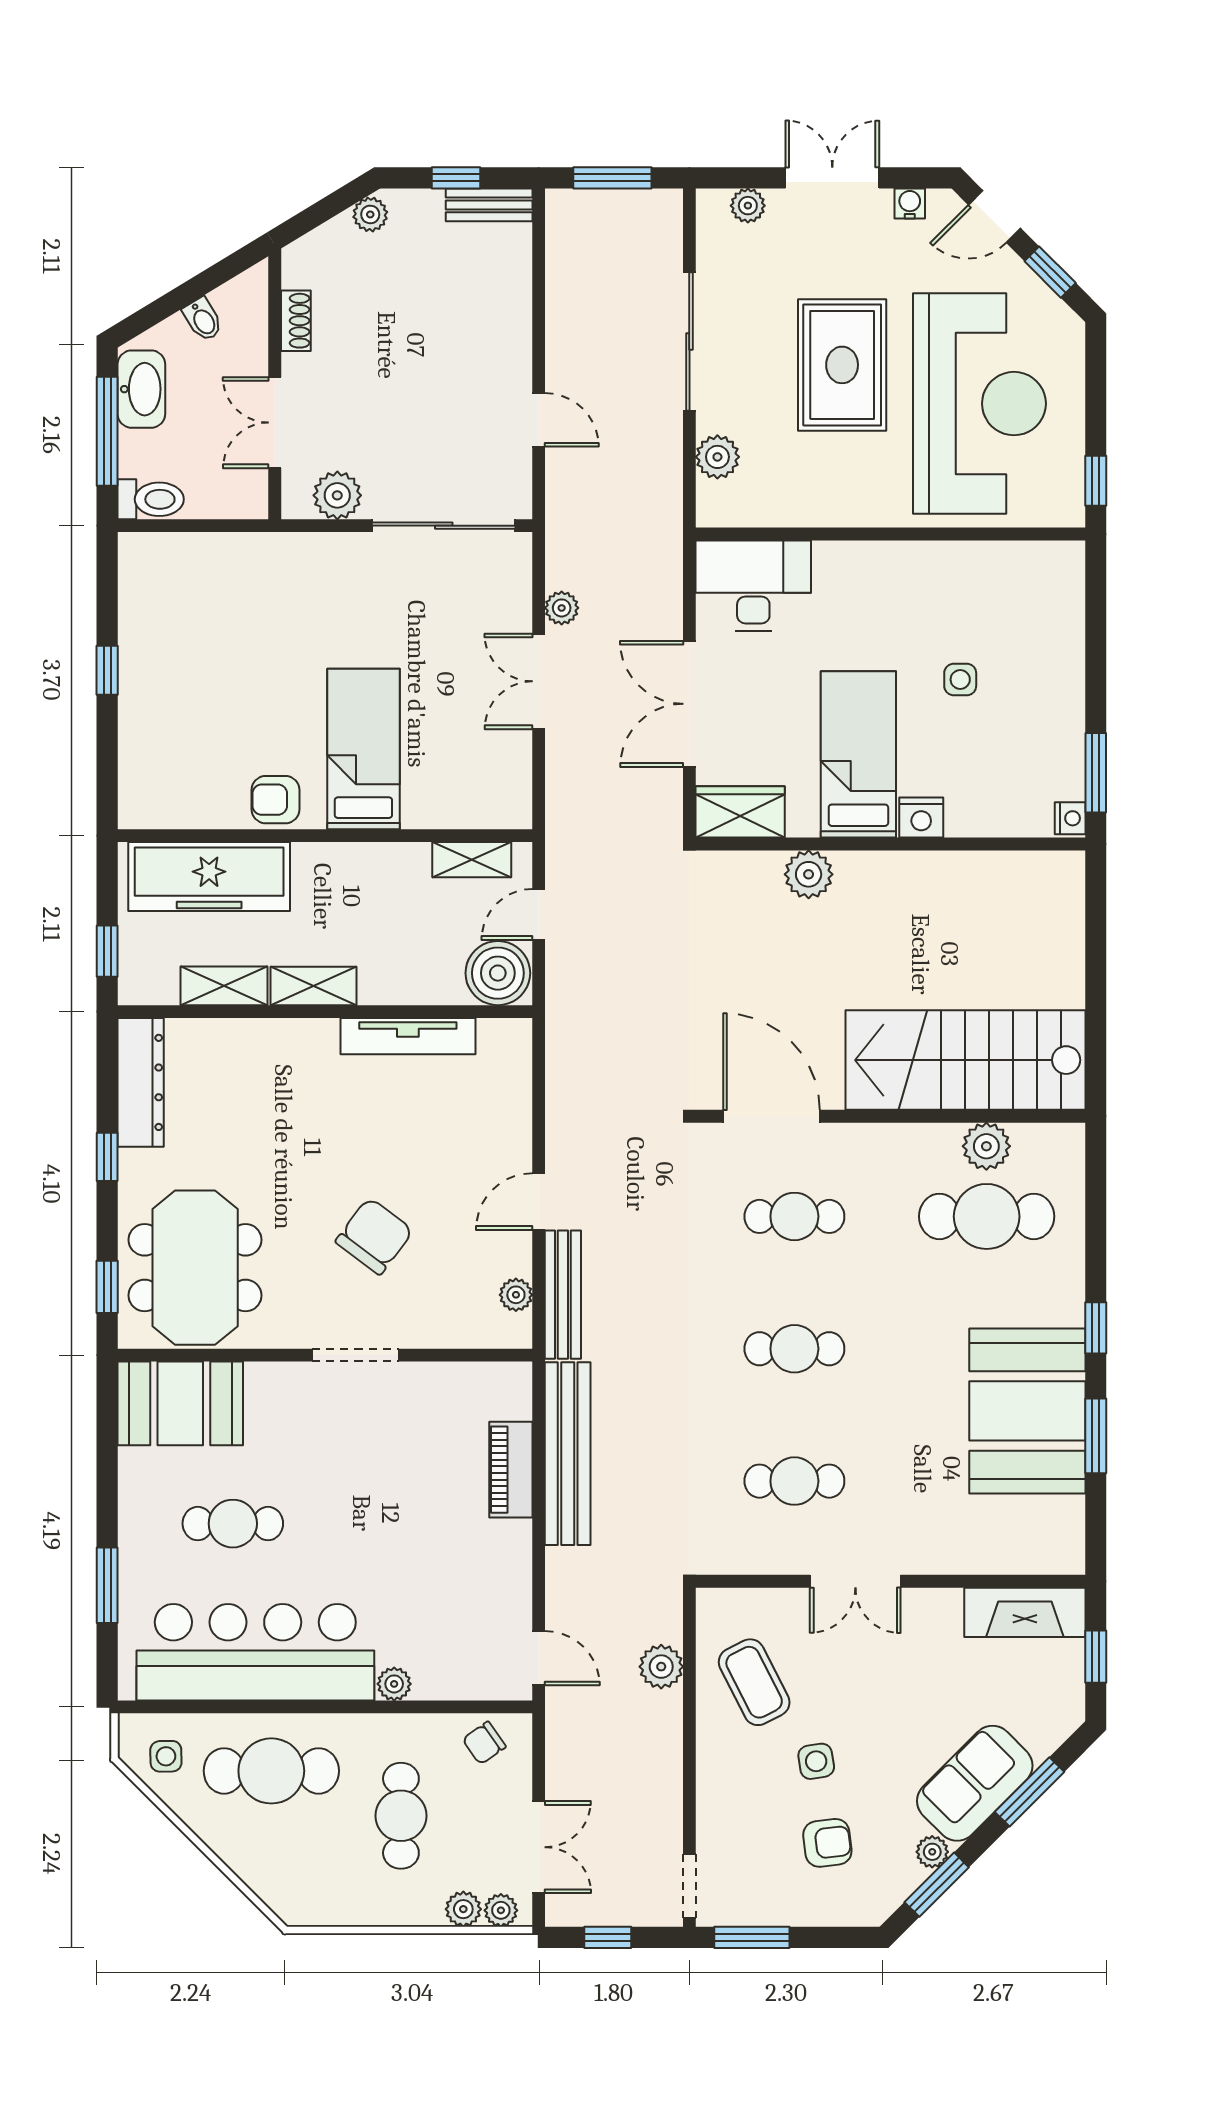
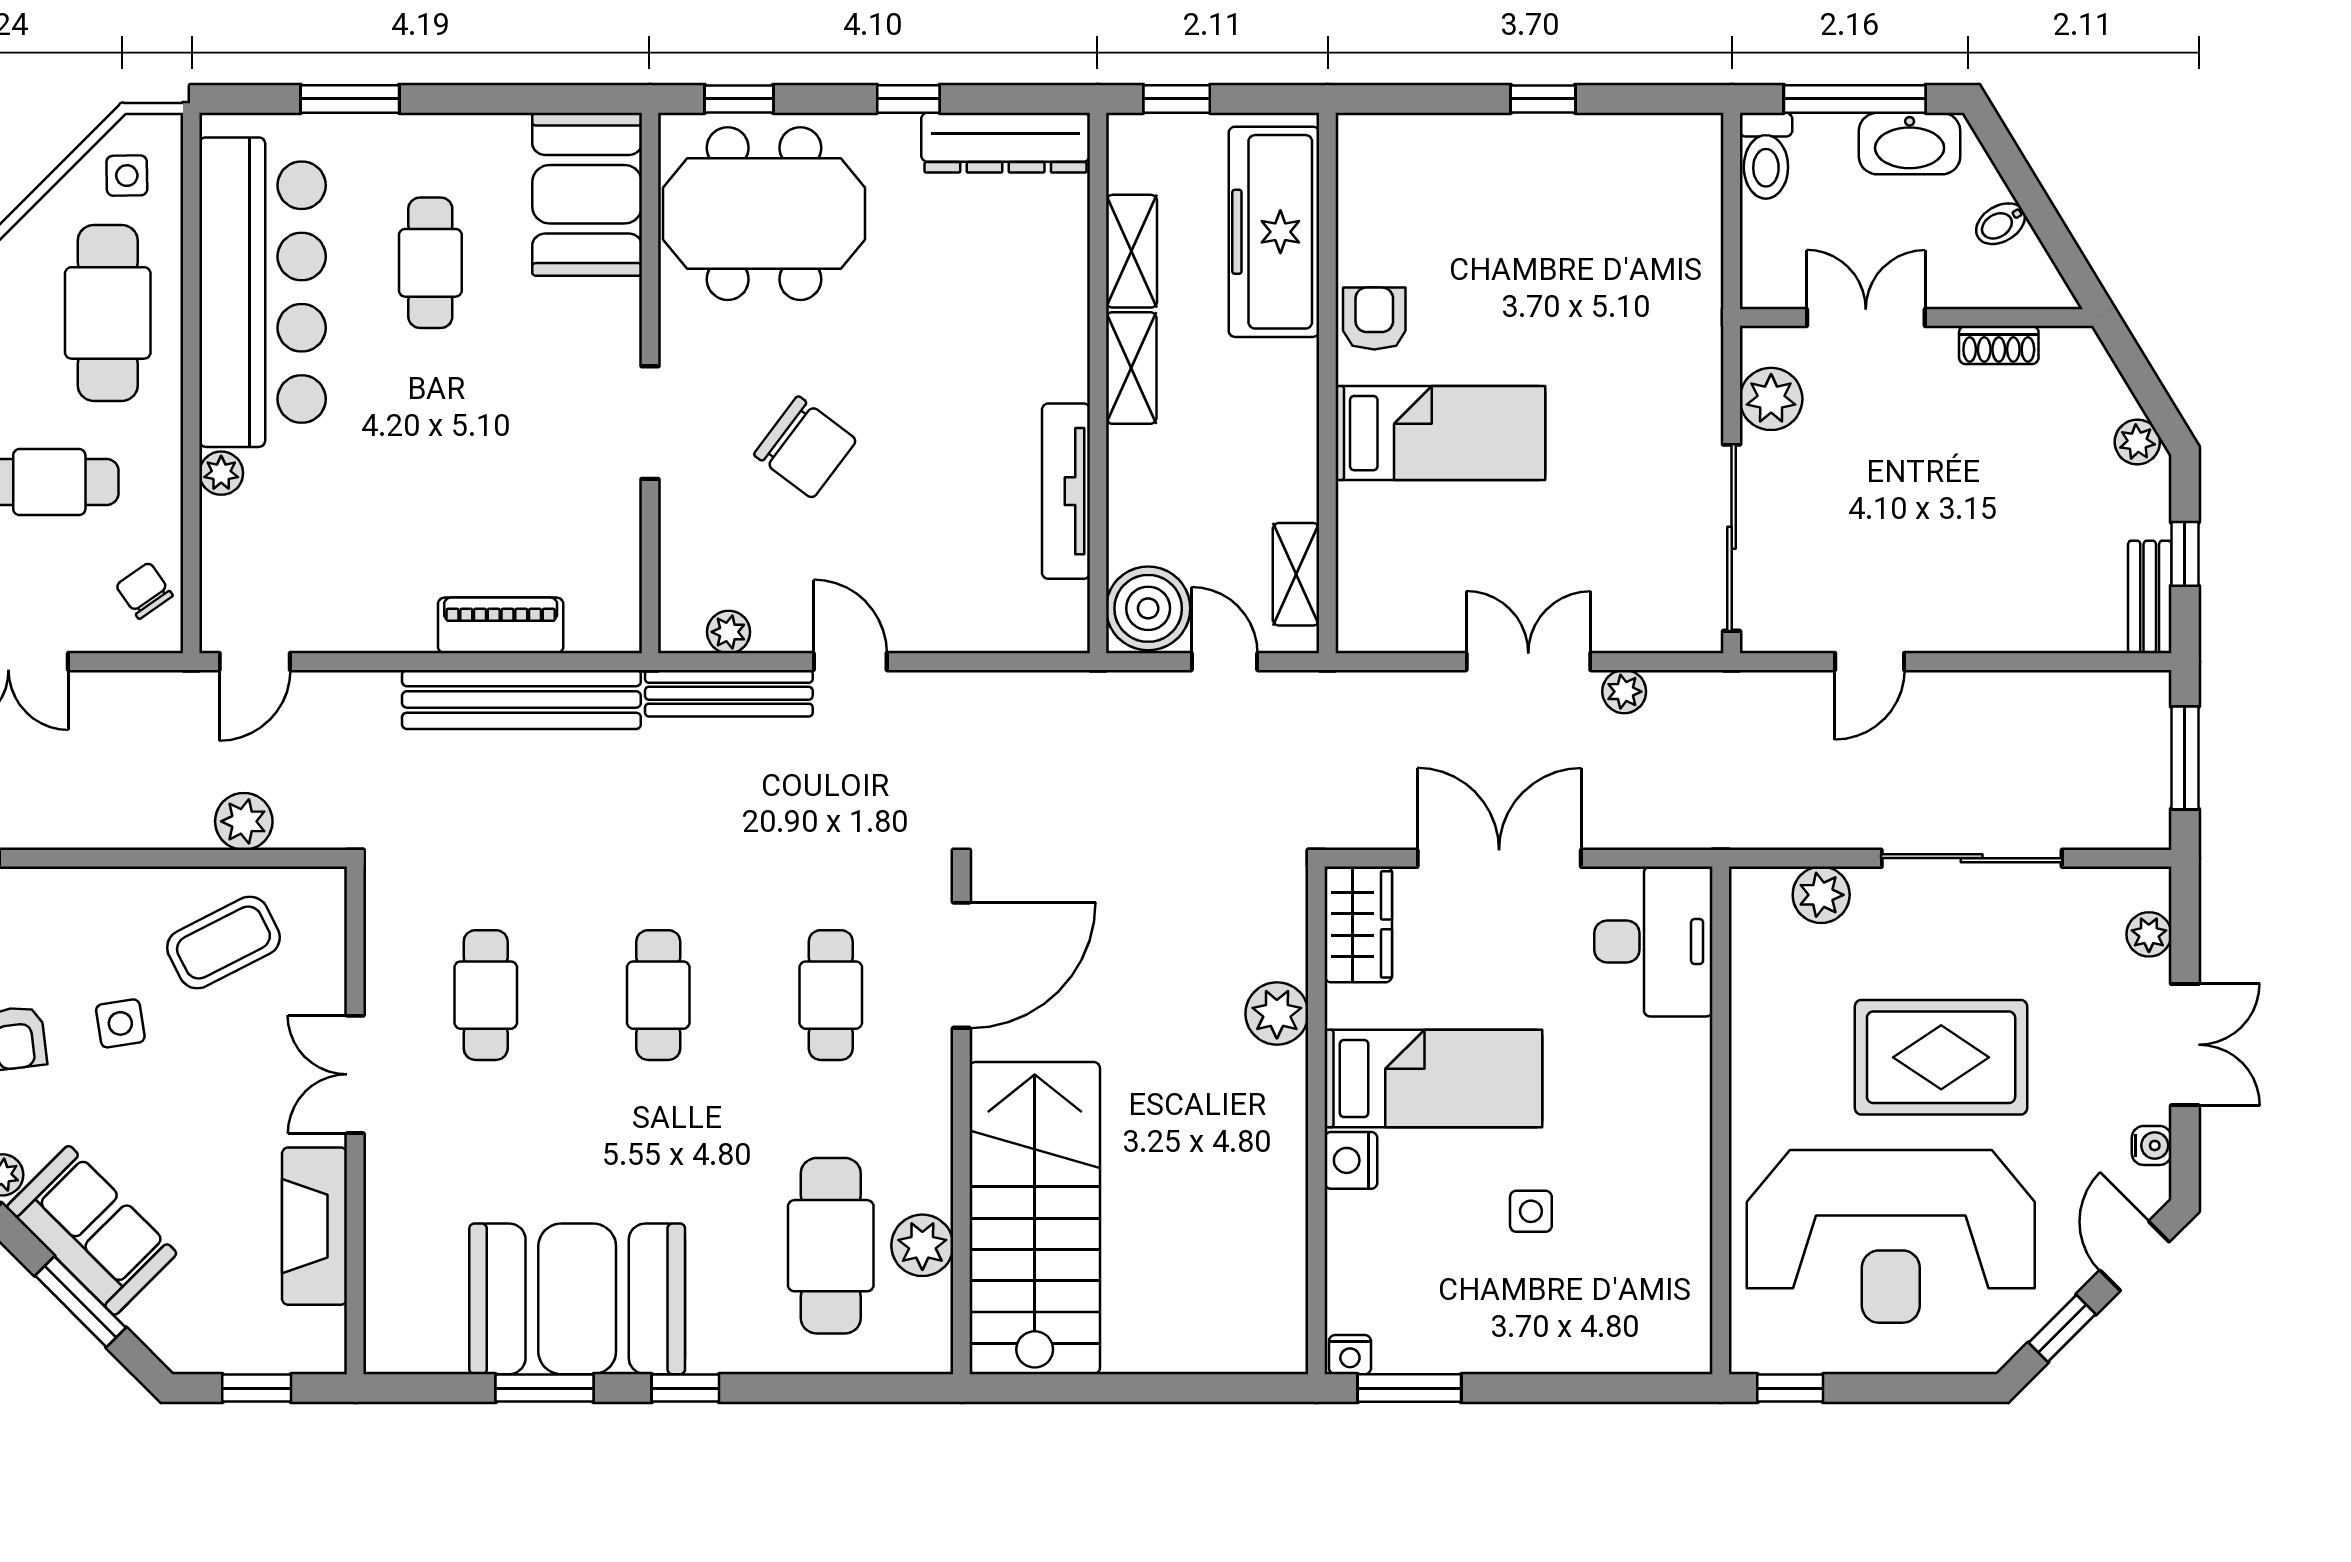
fireplace: (1025, 1612) -> (314, 1226), moved

